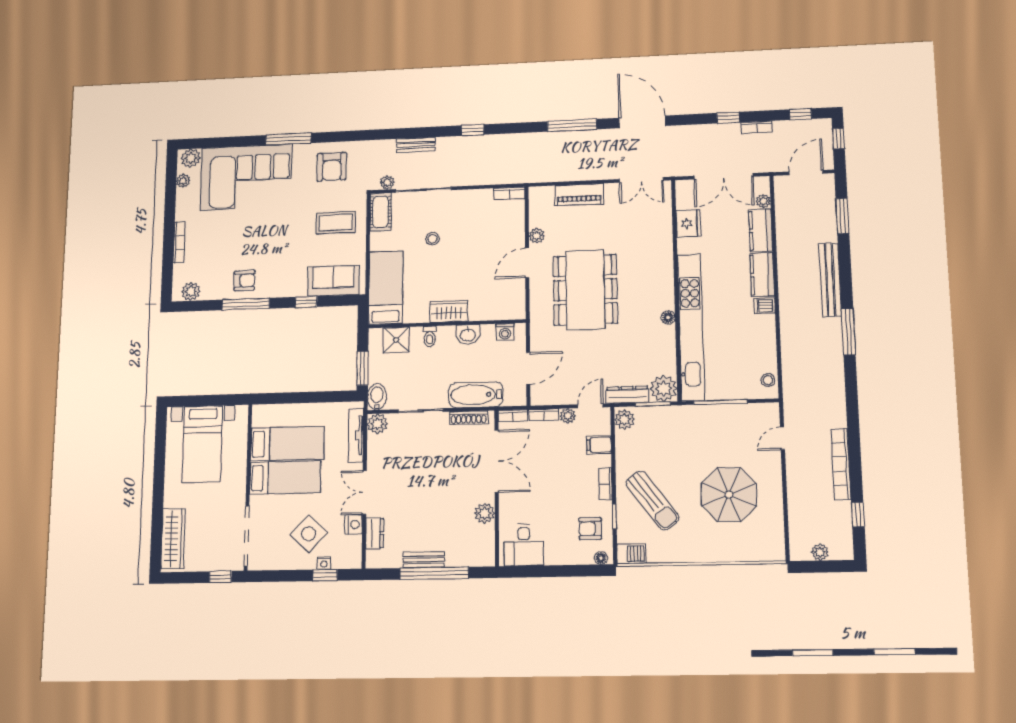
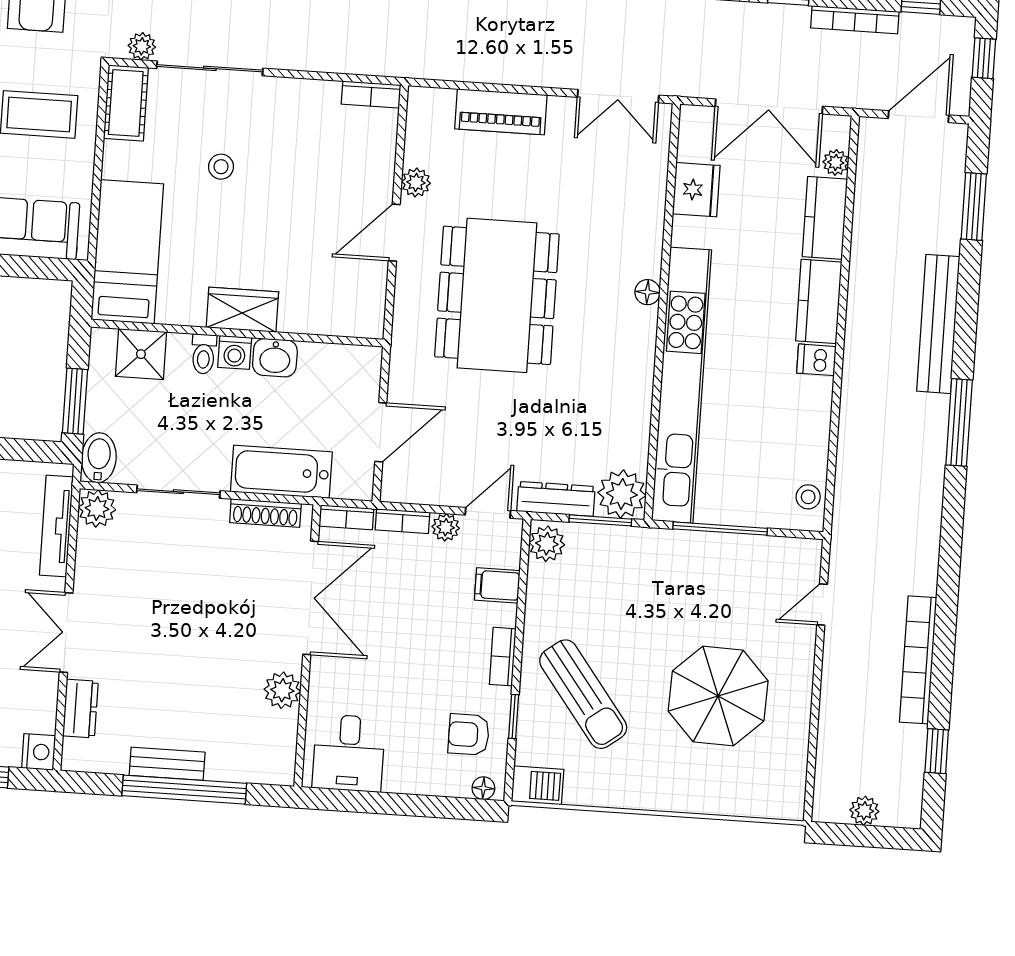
bookcase: (757, 127) -> (855, 20), width x1.56
floor lamp: (668, 317) -> (647, 292), moved
washing machine: (505, 332) -> (235, 352), moved
nightstand: (354, 525) -> (39, 752), moved

